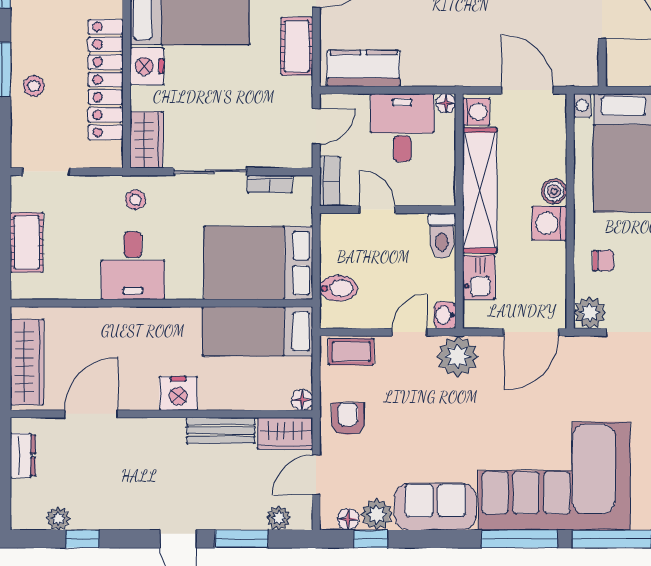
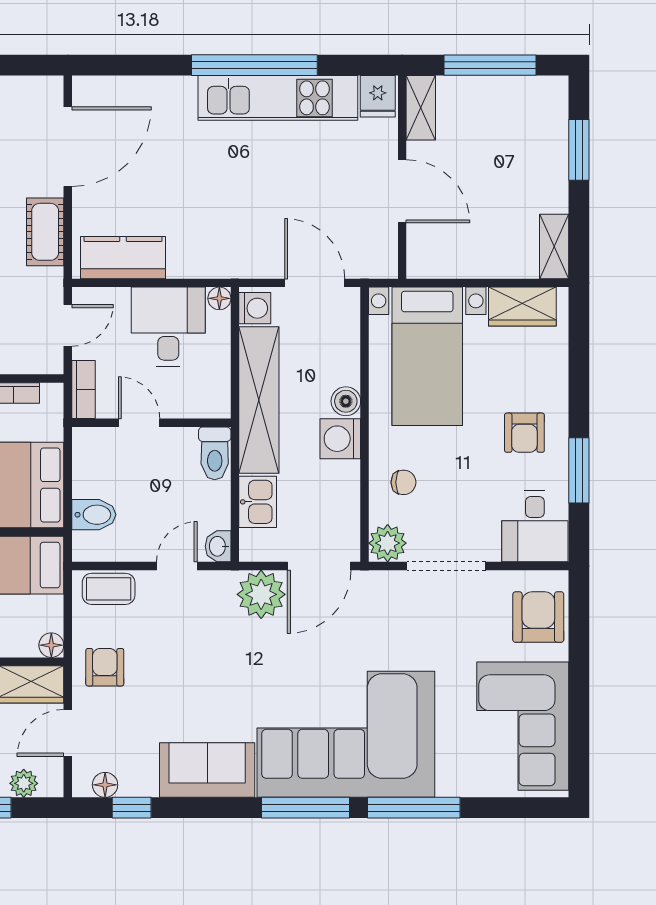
plant: (458, 356) -> (261, 594), moved
plant: (377, 514) -> (139, 779), removed

